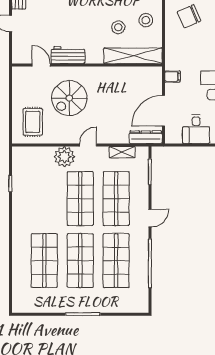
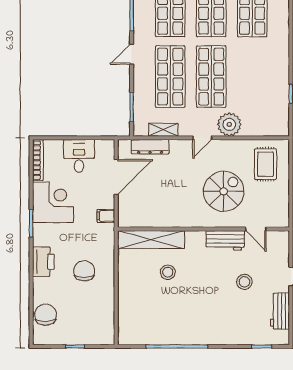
chair: (189, 16) -> (84, 271), moved, turned -67
stool: (146, 20) -> (244, 282), moved
dresser: (146, 137) -> (150, 147), moved

